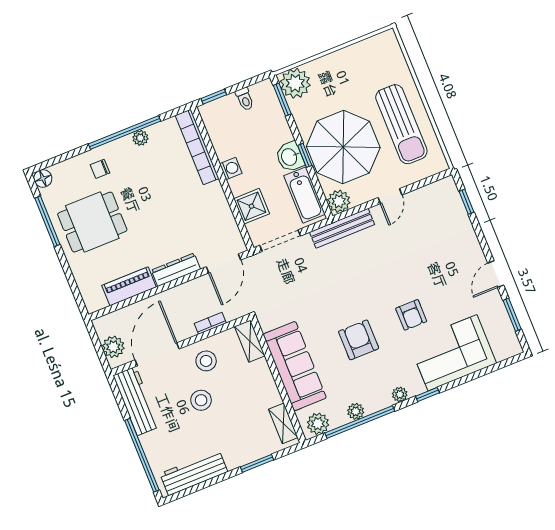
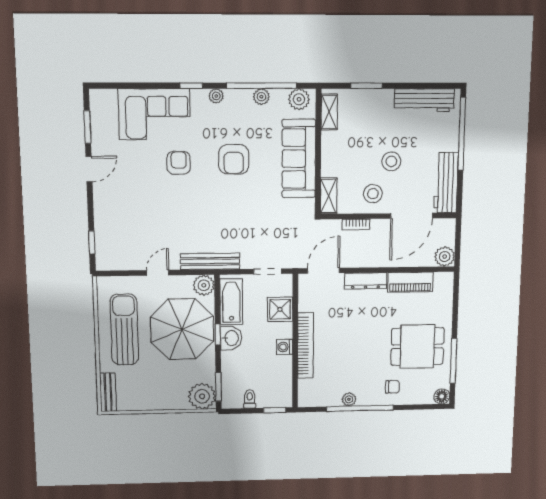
bench: (393, 51) -> (108, 392), added
bookcase: (197, 147) -> (306, 346), moved
doorway: (280, 241) -> (268, 271), width x0.73
plant: (113, 347) -> (445, 256), moved

